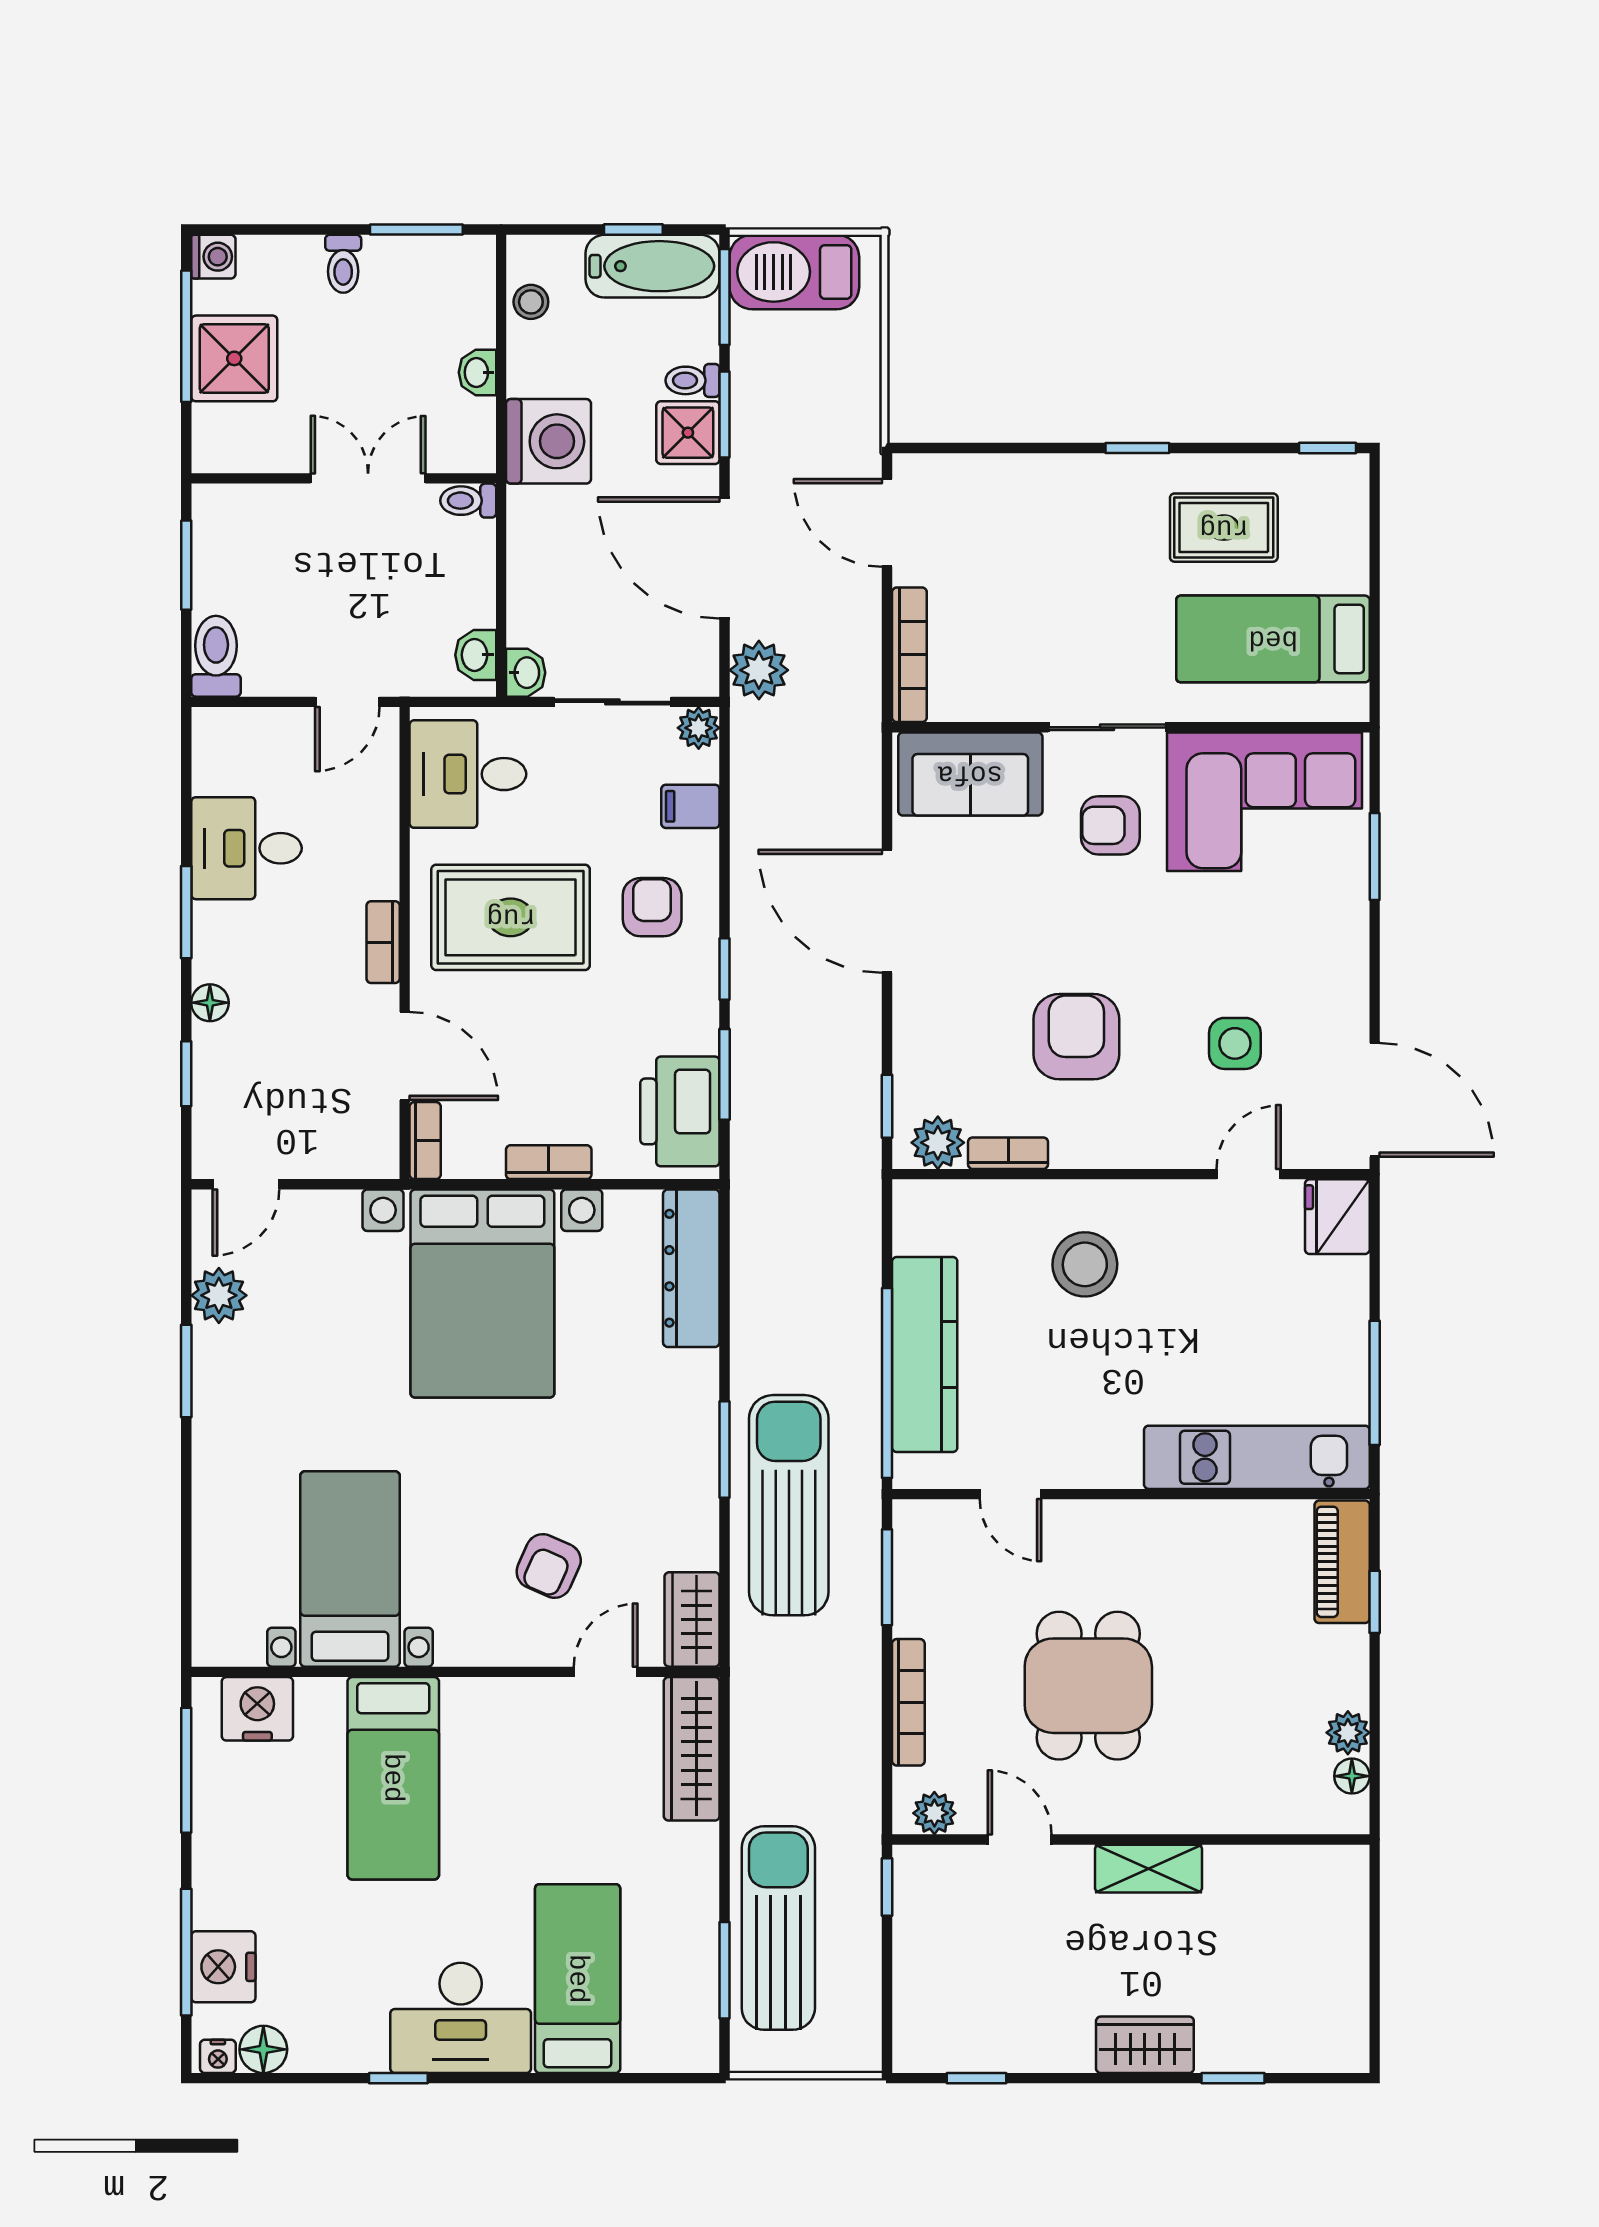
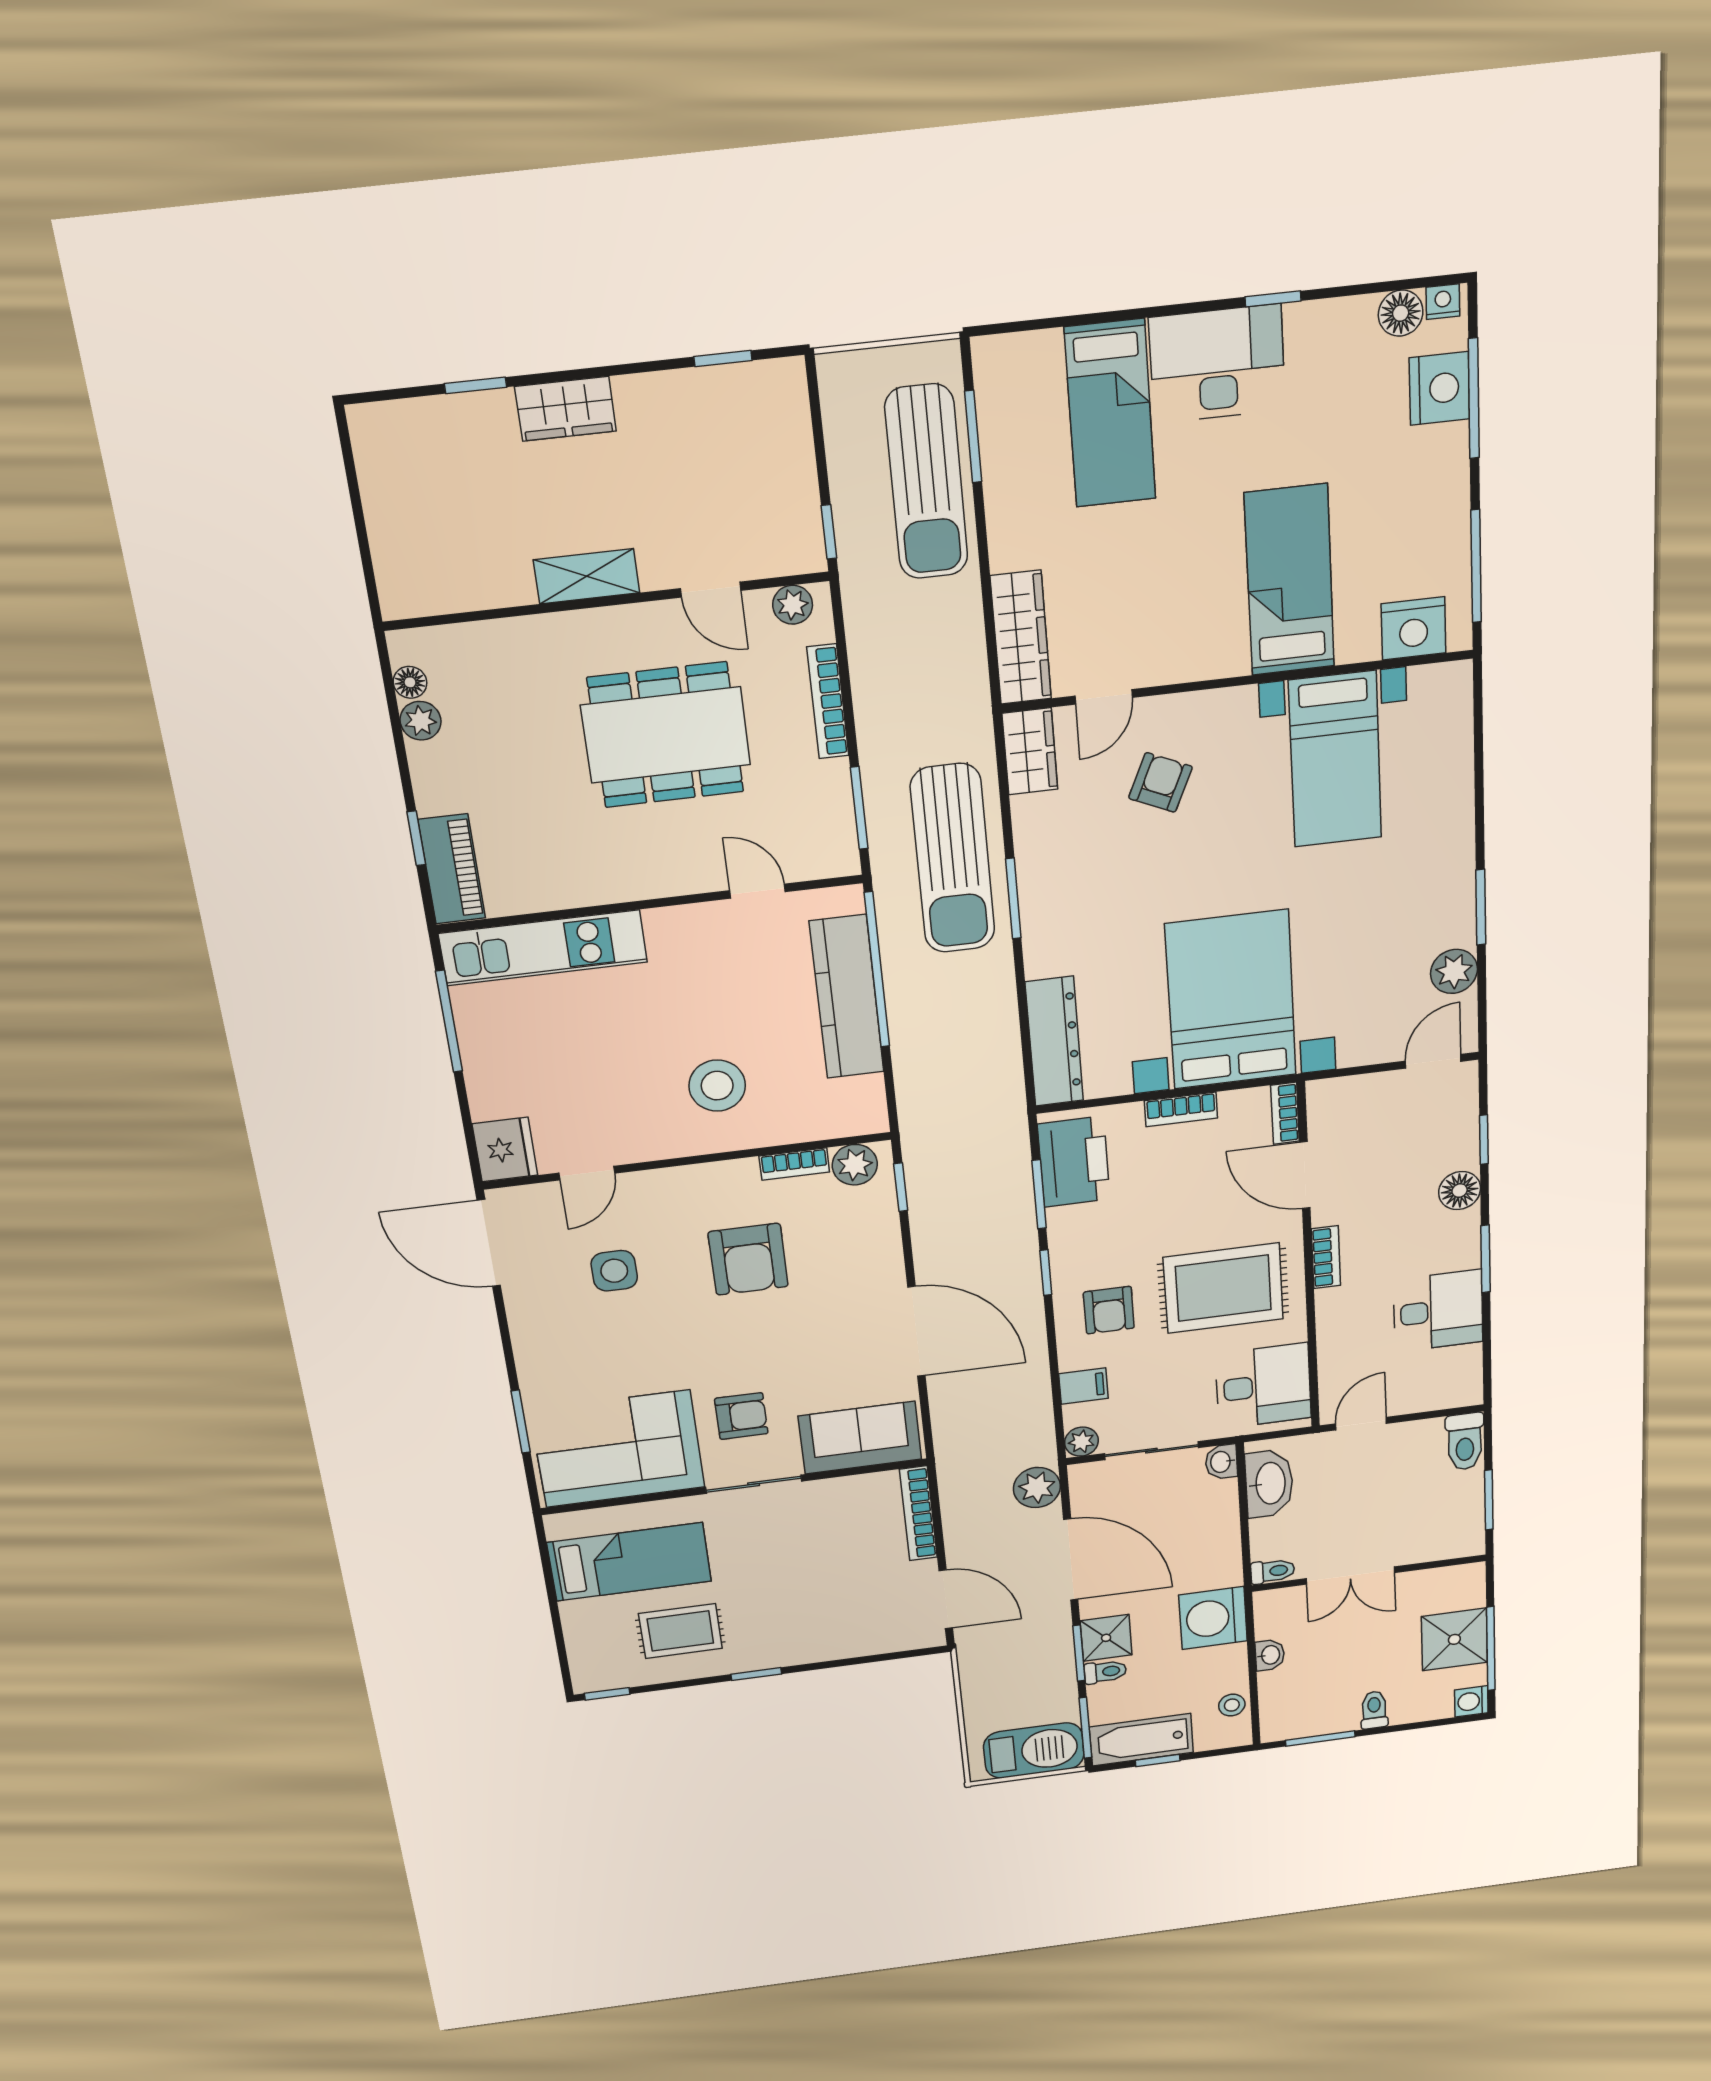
washbasin: (476, 655) -> (1269, 1483), width x1.91, depth x1.45
floor lamp: (210, 1003) -> (1460, 1191), width x1.37, depth x1.37
dining table: (1088, 1686) -> (666, 735), width x1.38

